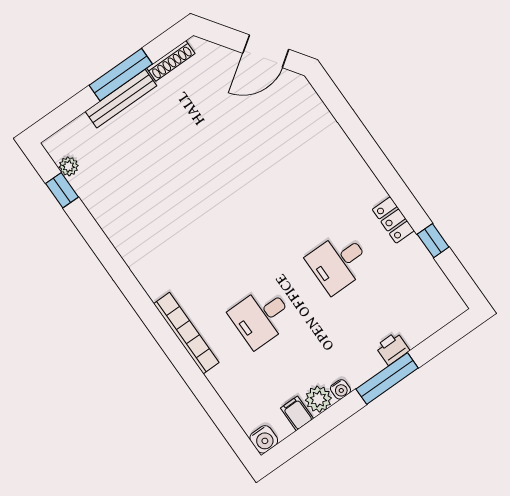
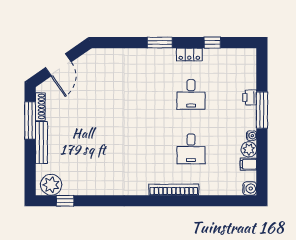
door: (266, 51) -> (58, 65), moved
window: (121, 75) -> (30, 121), moved
plant: (69, 166) -> (51, 185), width x1.88, depth x1.88
window: (381, 166) -> (160, 43), added

